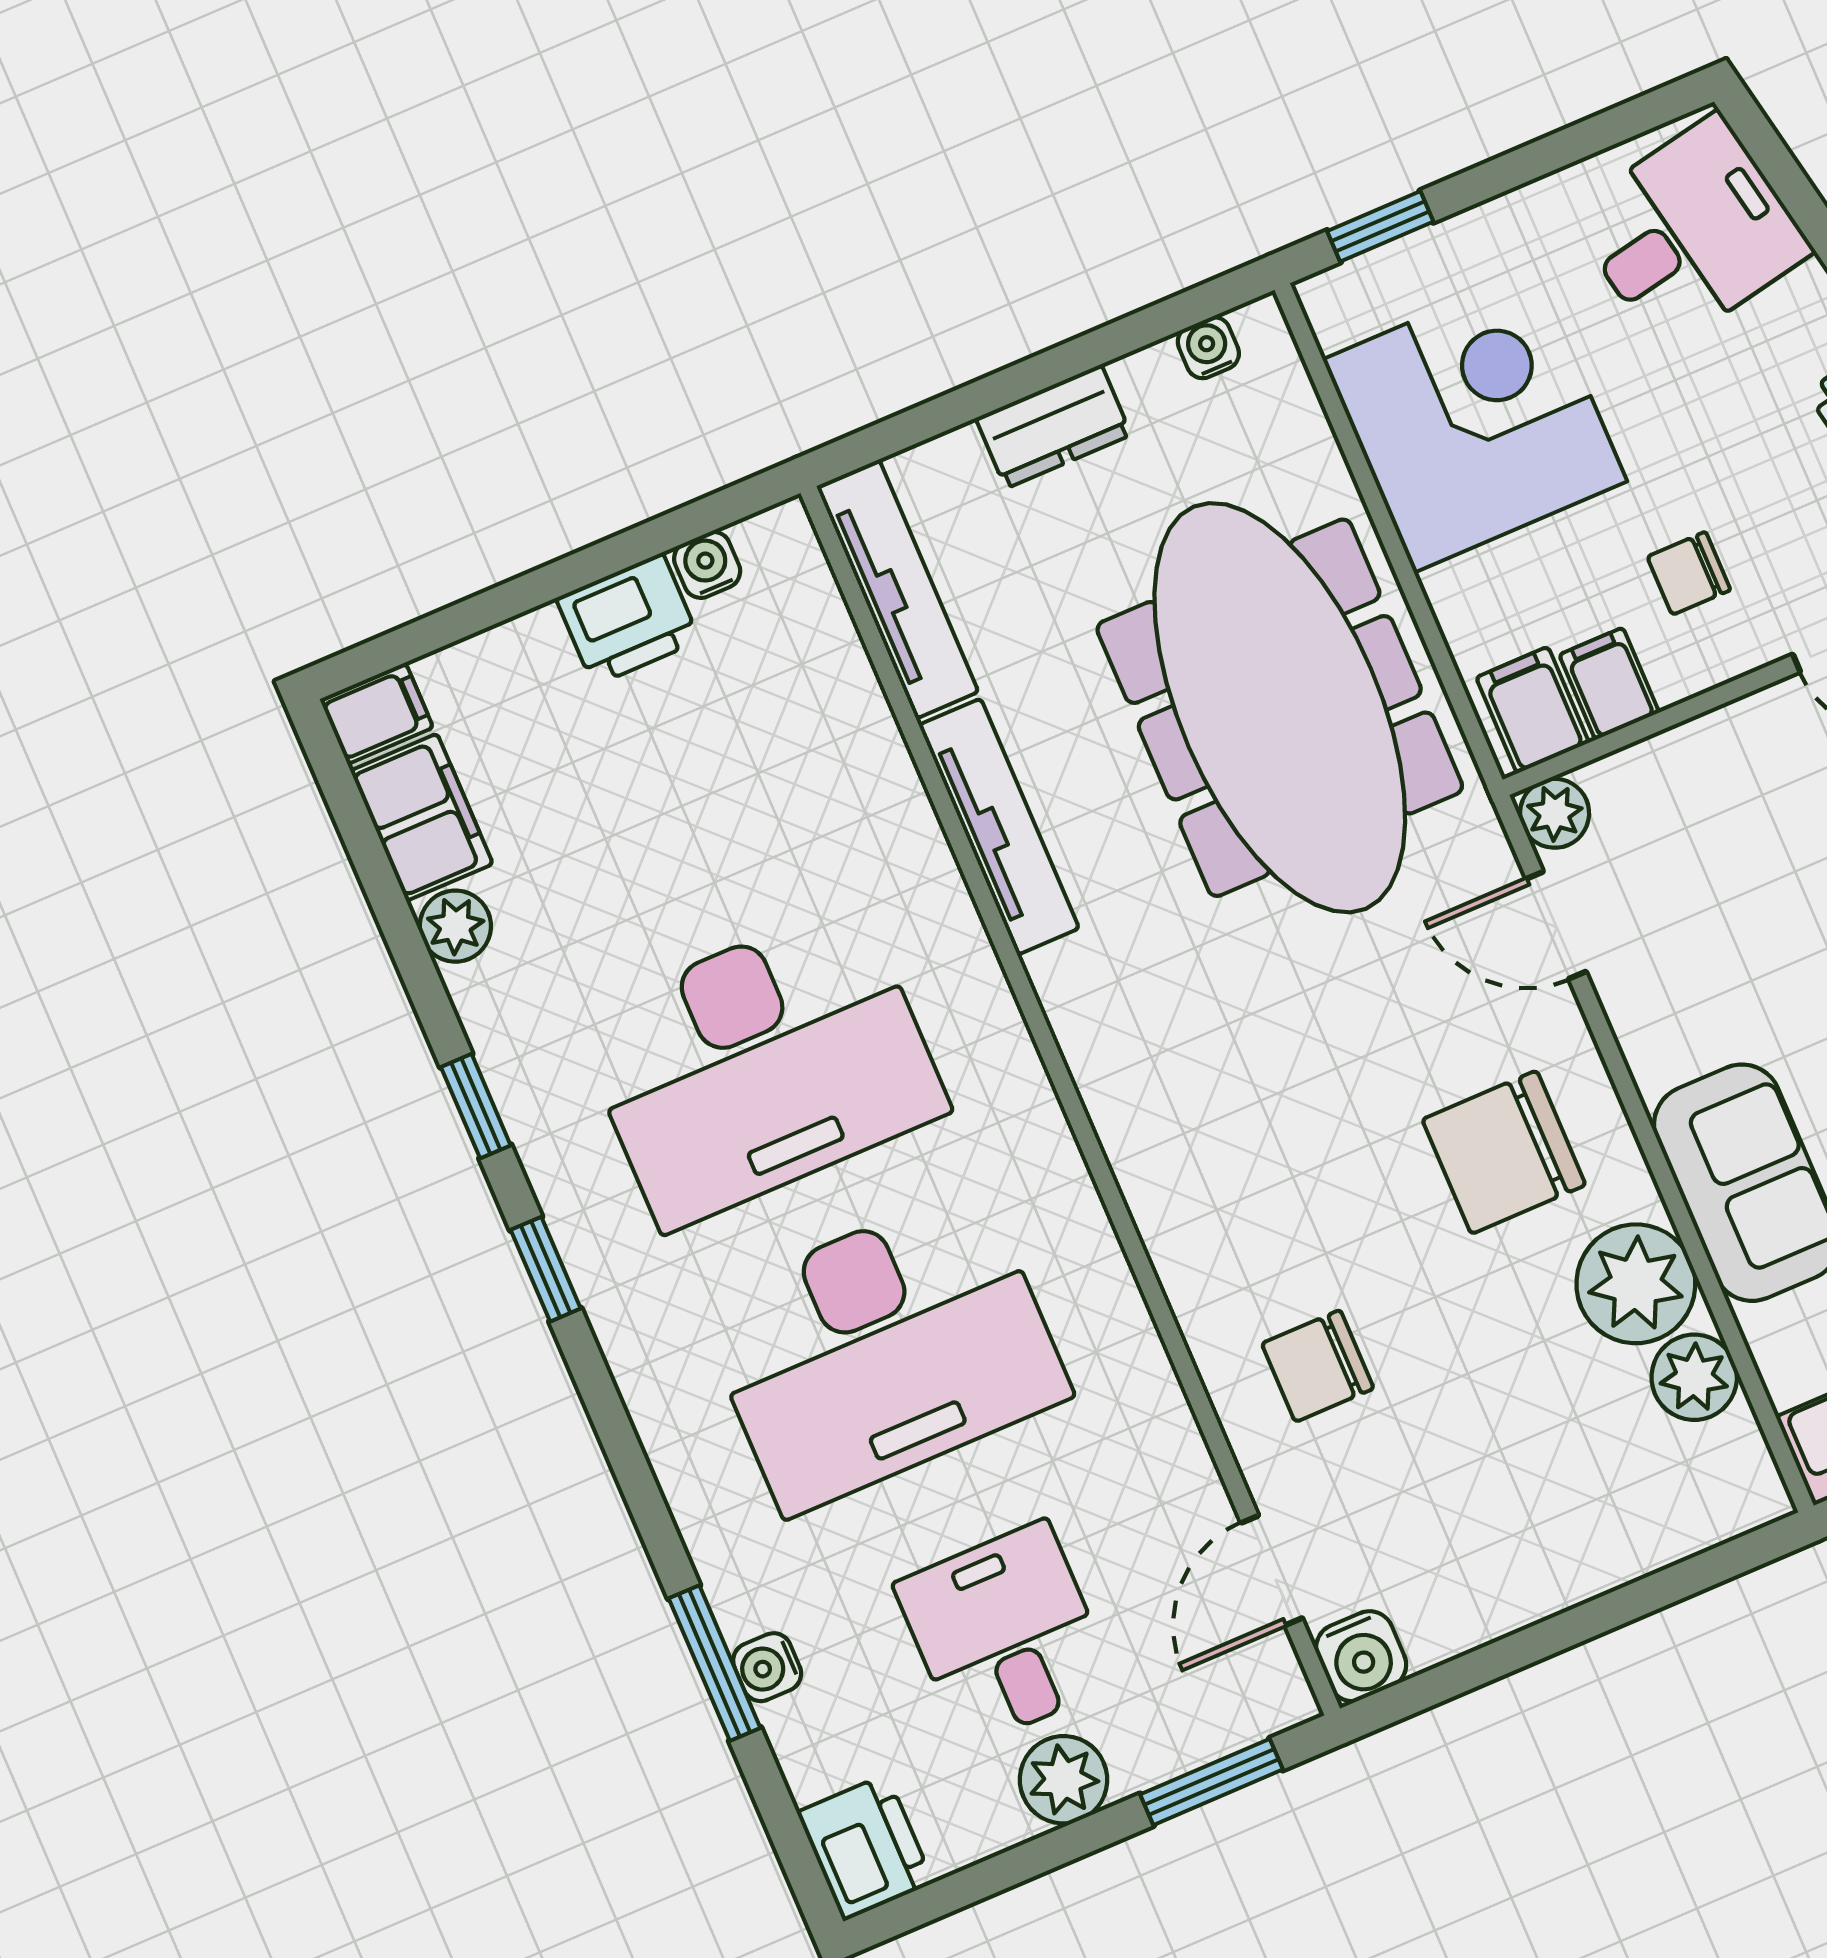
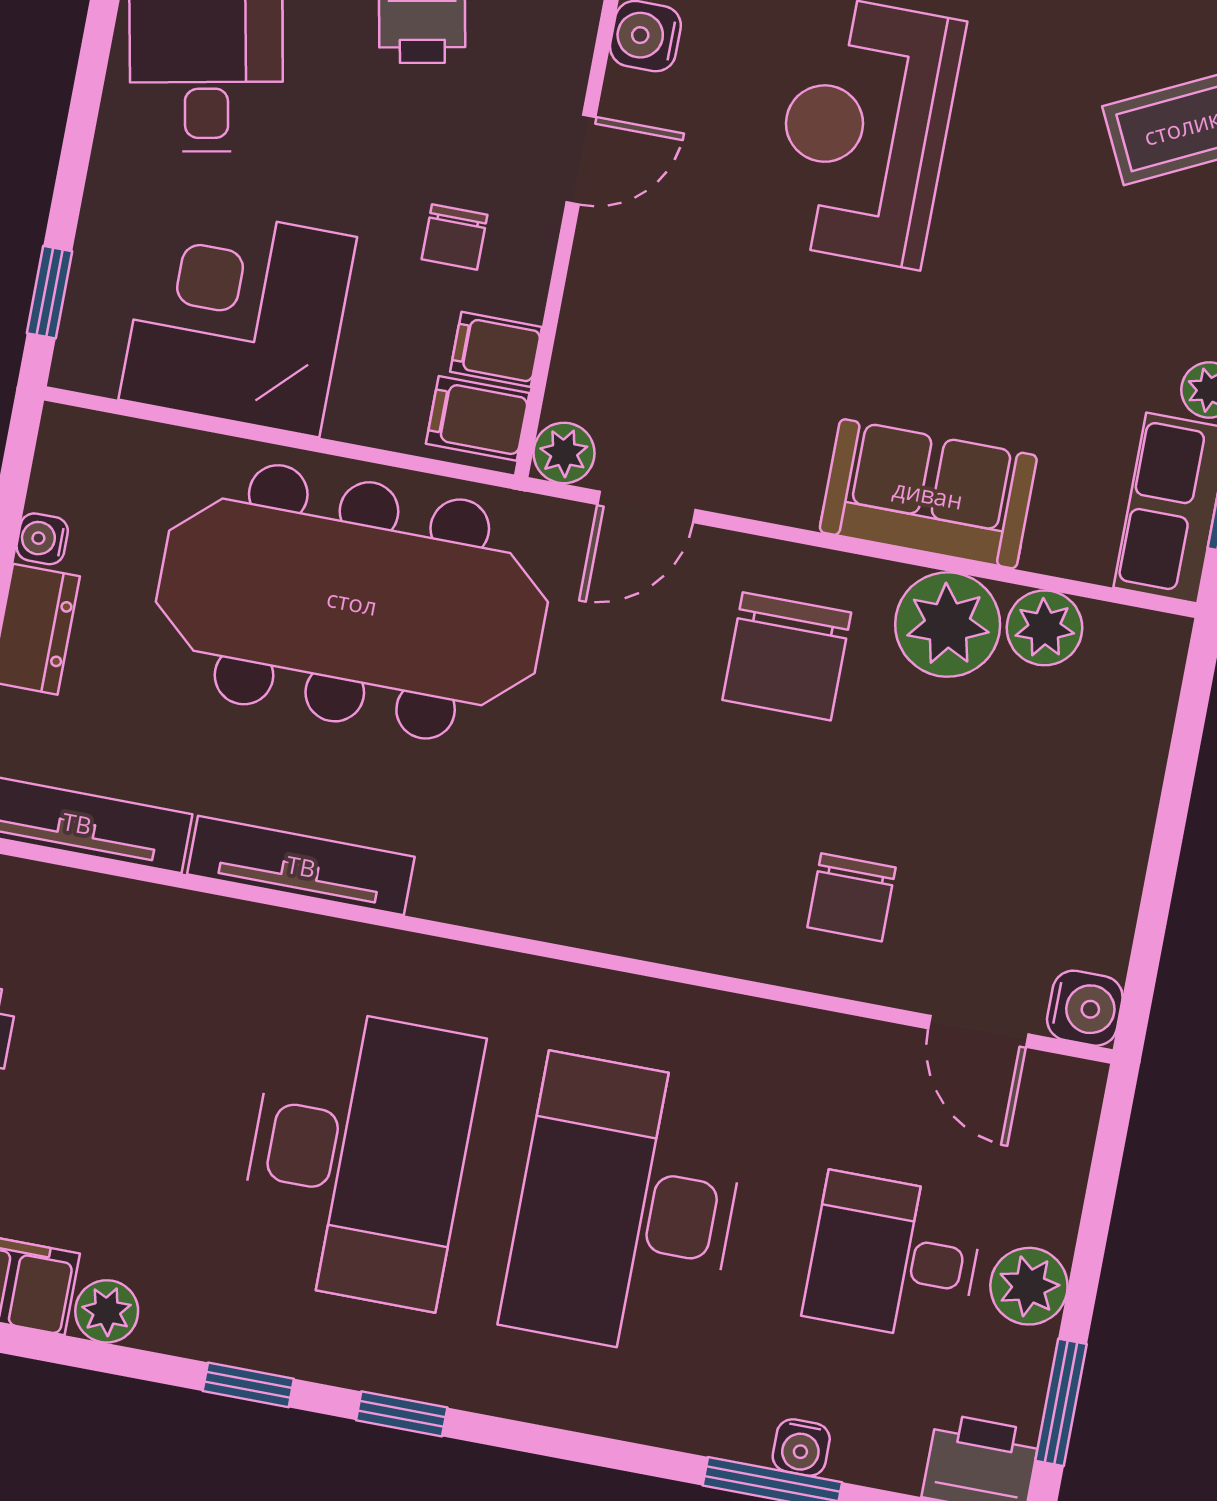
water cooler: (1208, 348) -> (42, 539), moved
desk: (883, 1350) -> (626, 1207), turned 180
window: (1212, 1782) -> (1061, 1402), moved

